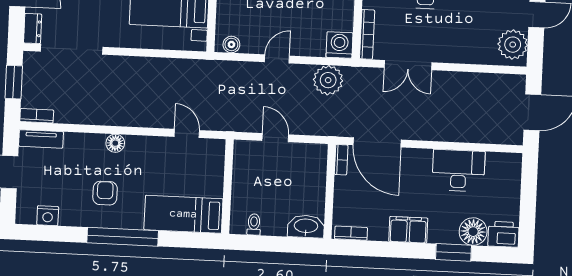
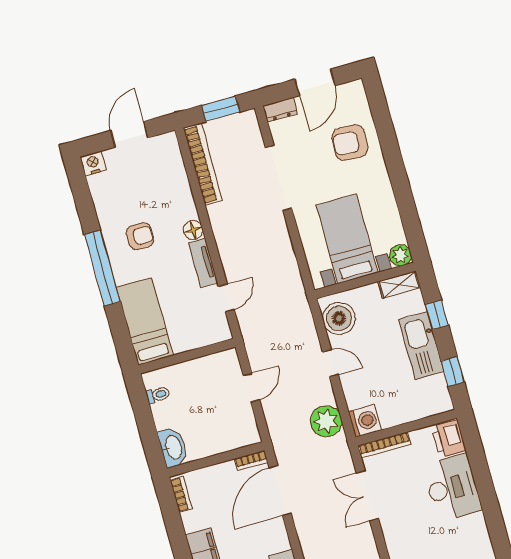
boiler: (231, 44) -> (339, 318), width x1.86, depth x1.86
doorway: (72, 49) -> (279, 178), moved
bookcase: (37, 116) -> (203, 164), width x2.31, depth x1.31
tv unit: (41, 139) -> (203, 263), moved
nightstand: (48, 216) -> (93, 163), moved, turned 90

